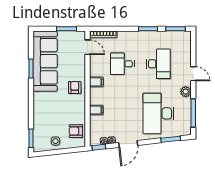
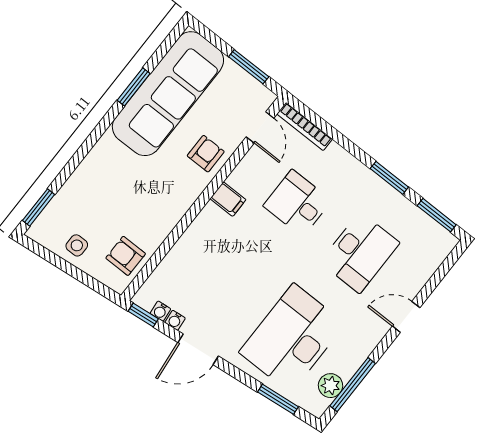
door: (193, 74) -> (406, 317), swing flipped
armchair: (75, 87) -> (206, 154), moved
plant: (186, 92) -> (331, 386), moved
filing cabinet: (96, 110) -> (190, 247), removed

